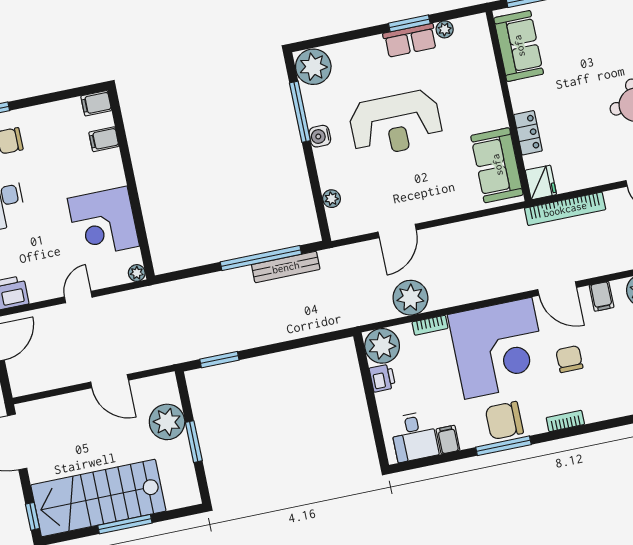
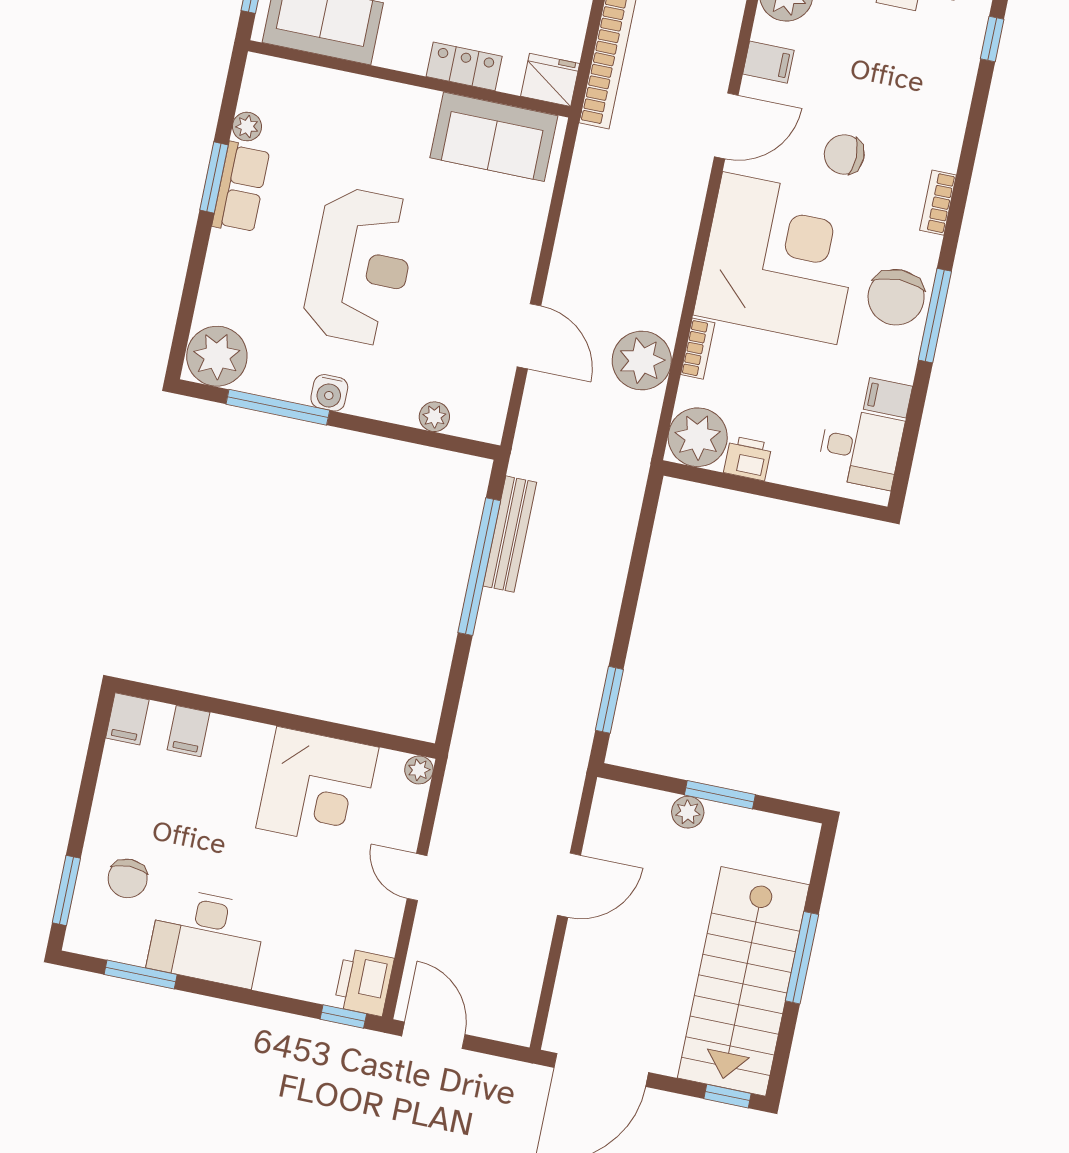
plant: (167, 422) -> (688, 812), width x0.53, depth x0.53

